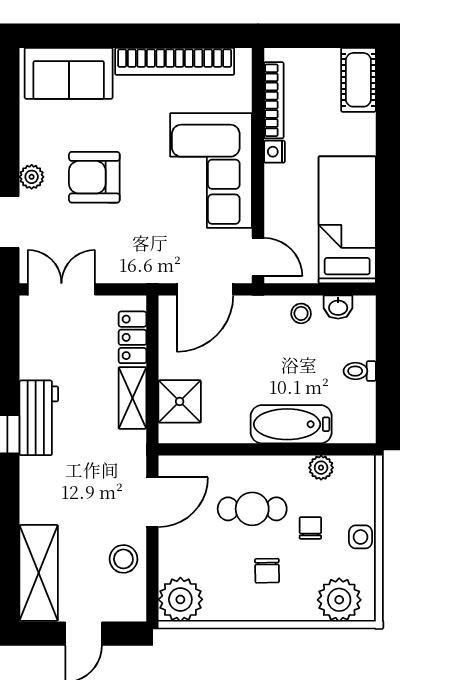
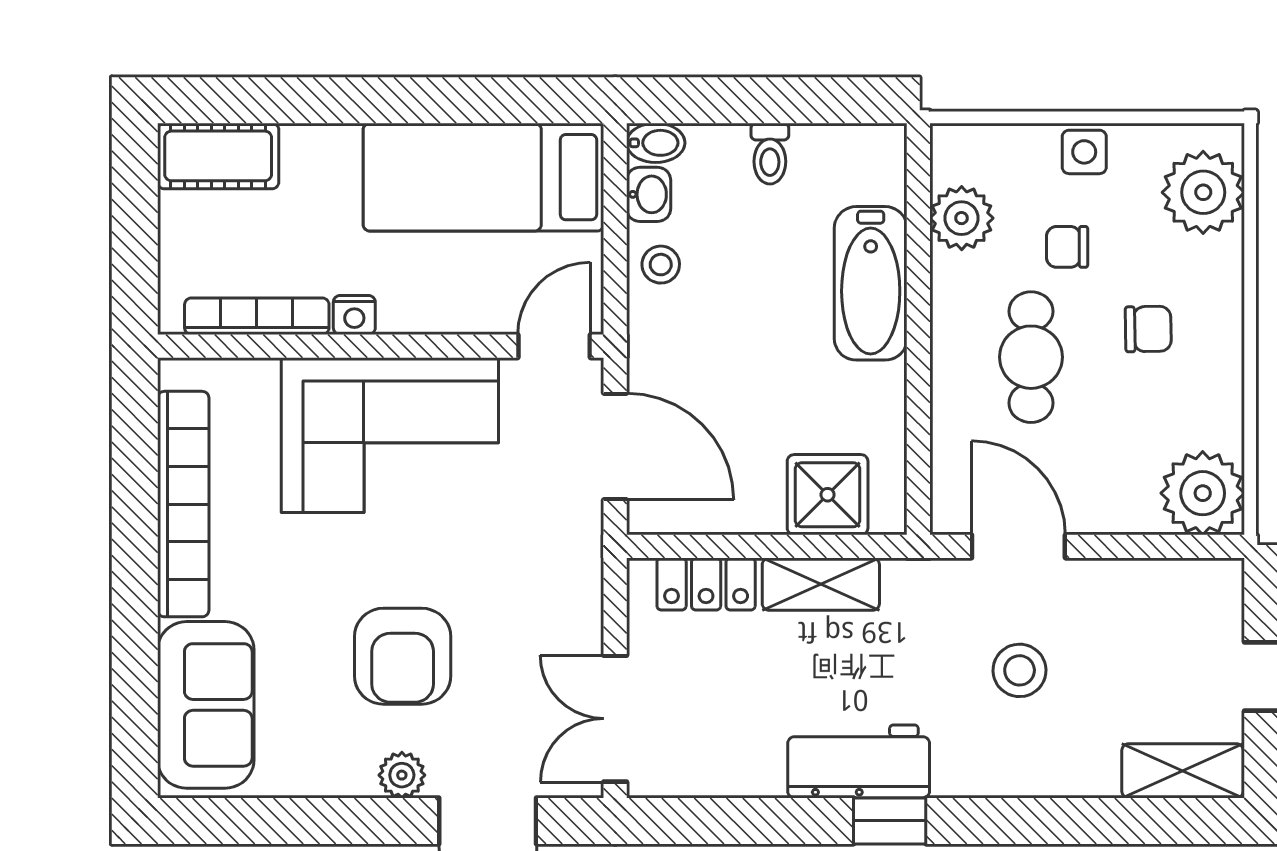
bidet: (365, 311) -> (656, 143), added
plant: (321, 468) -> (962, 218), width x1.38, depth x1.38
stool: (123, 559) -> (1020, 670), moved
shelving: (39, 573) -> (1183, 771), width x0.67, depth x0.75

